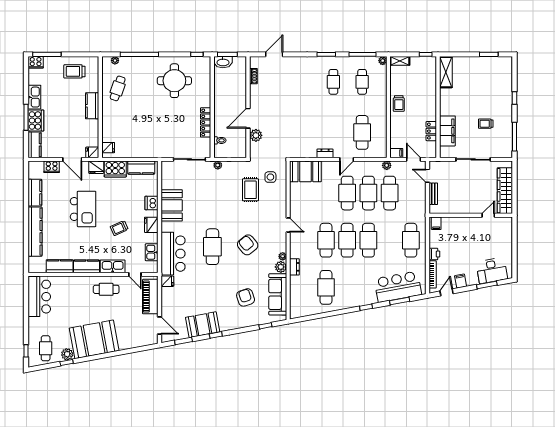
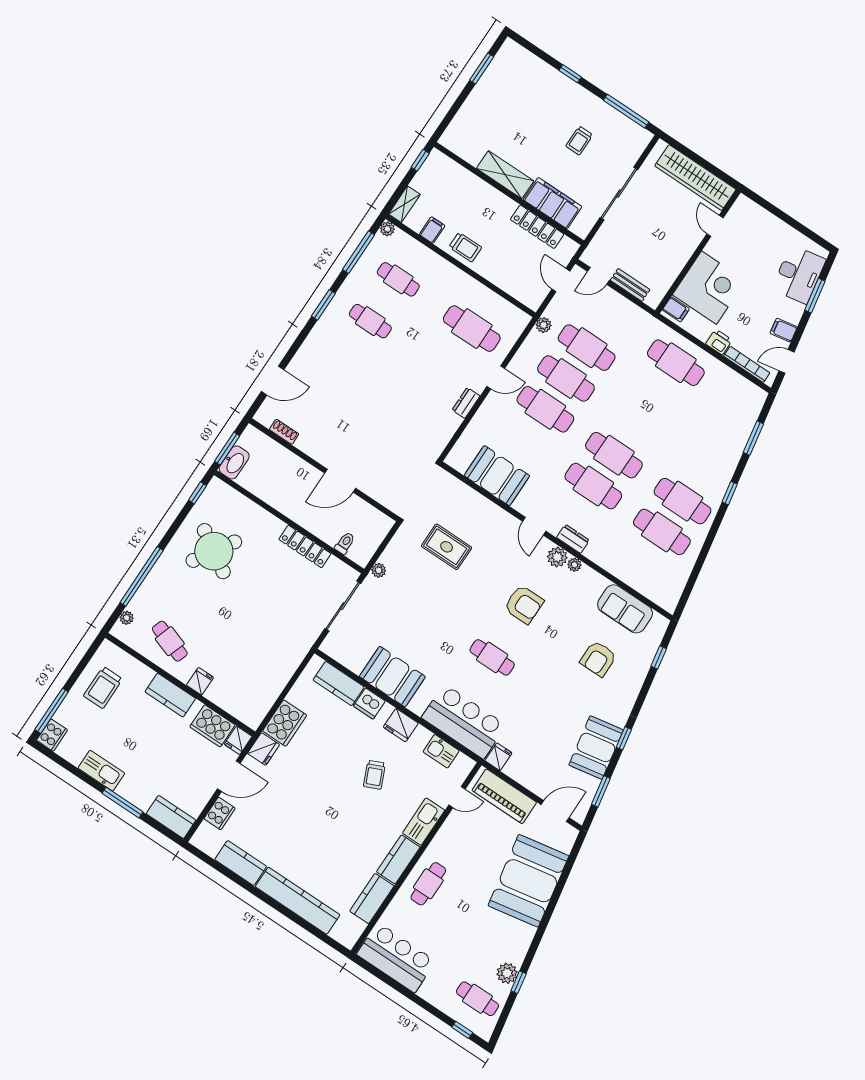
door: (274, 54) -> (273, 381), swing flipped
shelving: (446, 72) -> (505, 175), moved
round table: (174, 81) -> (214, 551), turned 32
door: (248, 118) -> (340, 481), hinge flipped
cooker: (36, 121) -> (212, 726), moved, turned 180
locker: (431, 131) -> (537, 227), width x1.53
plant: (256, 135) -> (373, 486), removed
fridge: (108, 148) -> (200, 681), moved
filing cabinet: (396, 153) -> (432, 230), moved
door: (347, 159) -> (496, 377), hinge flipped
door: (413, 159) -> (561, 280), hinge flipped
kitchen counter: (141, 168) -> (339, 684), moved, turned 90
booth: (305, 171) -> (497, 476), moved, turned 90
side table: (270, 177) -> (447, 505), removed
kitchen island: (83, 209) -> (311, 809), removed
door: (288, 225) -> (534, 526), swing flipped
corner desk: (457, 232) -> (709, 288), added
cafe table: (368, 240) -> (683, 501), moved
armchair: (248, 245) -> (524, 604), turned -140
cafe table: (212, 247) -> (492, 657), width x0.73, depth x0.74
plant: (281, 267) -> (557, 557), moved
dresser: (294, 267) -> (573, 539), moved
bar counter: (398, 287) -> (731, 427), removed
cafe table: (106, 289) -> (428, 884), moved
door: (447, 292) -> (786, 361), hinge flipped
sofa: (278, 294) -> (625, 609), width x0.73
armchair: (246, 297) -> (598, 659), turned -72
booth: (94, 339) -> (528, 881), moved

